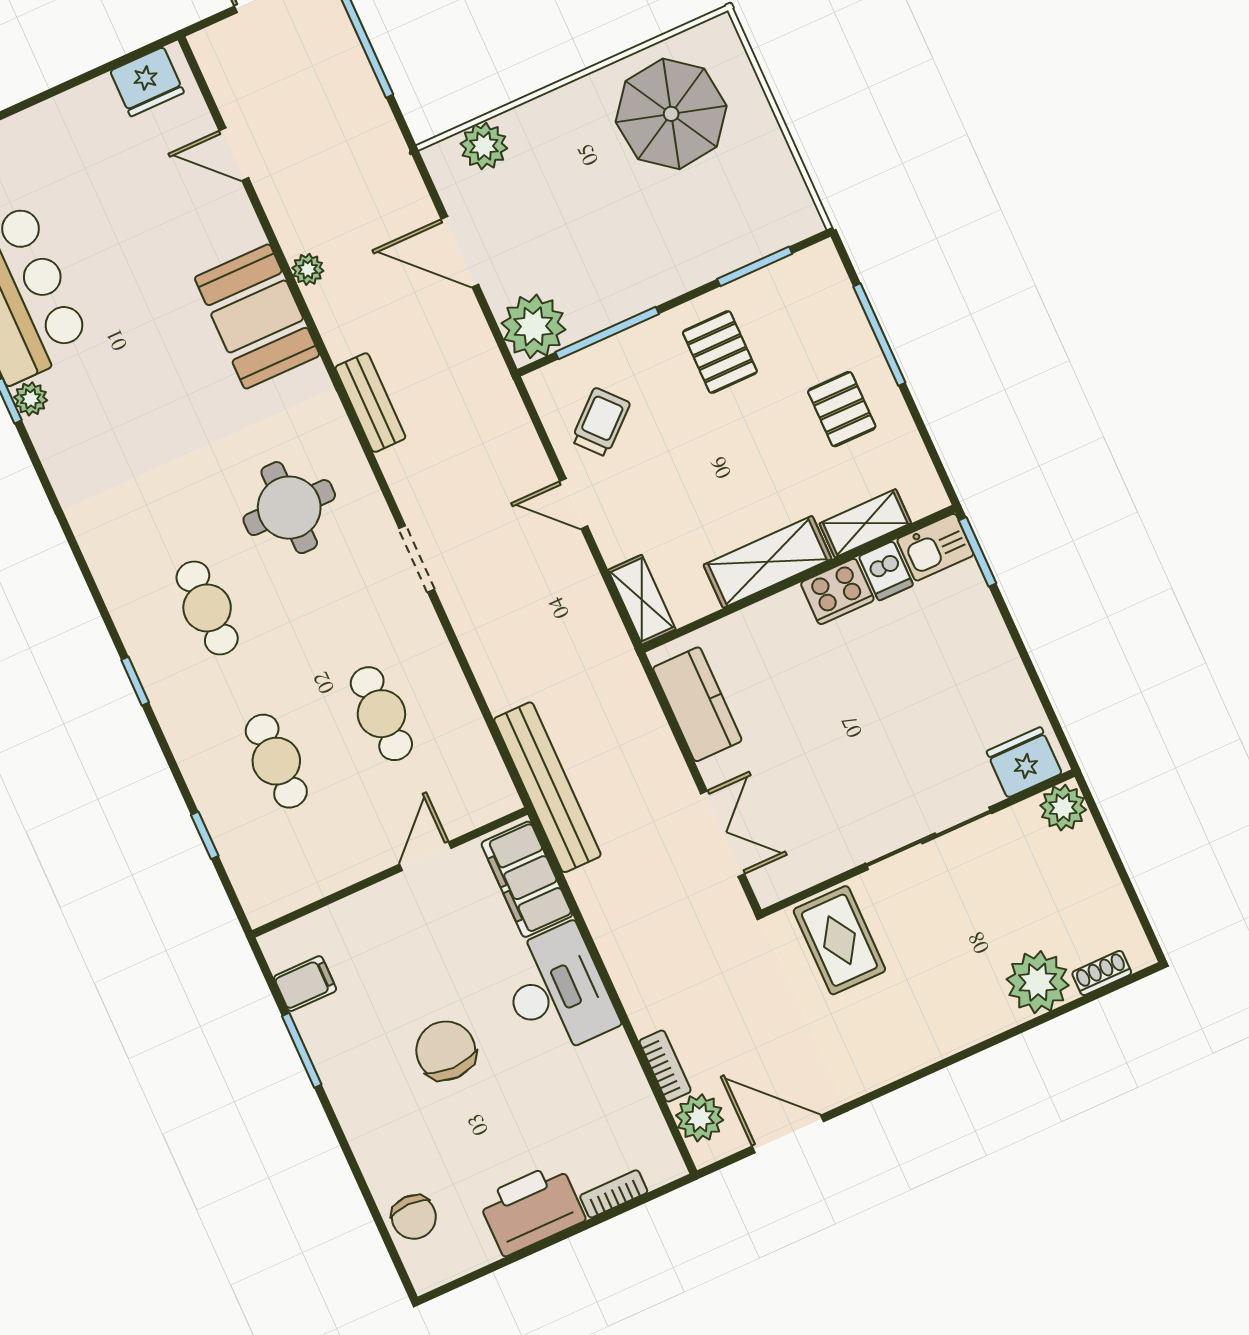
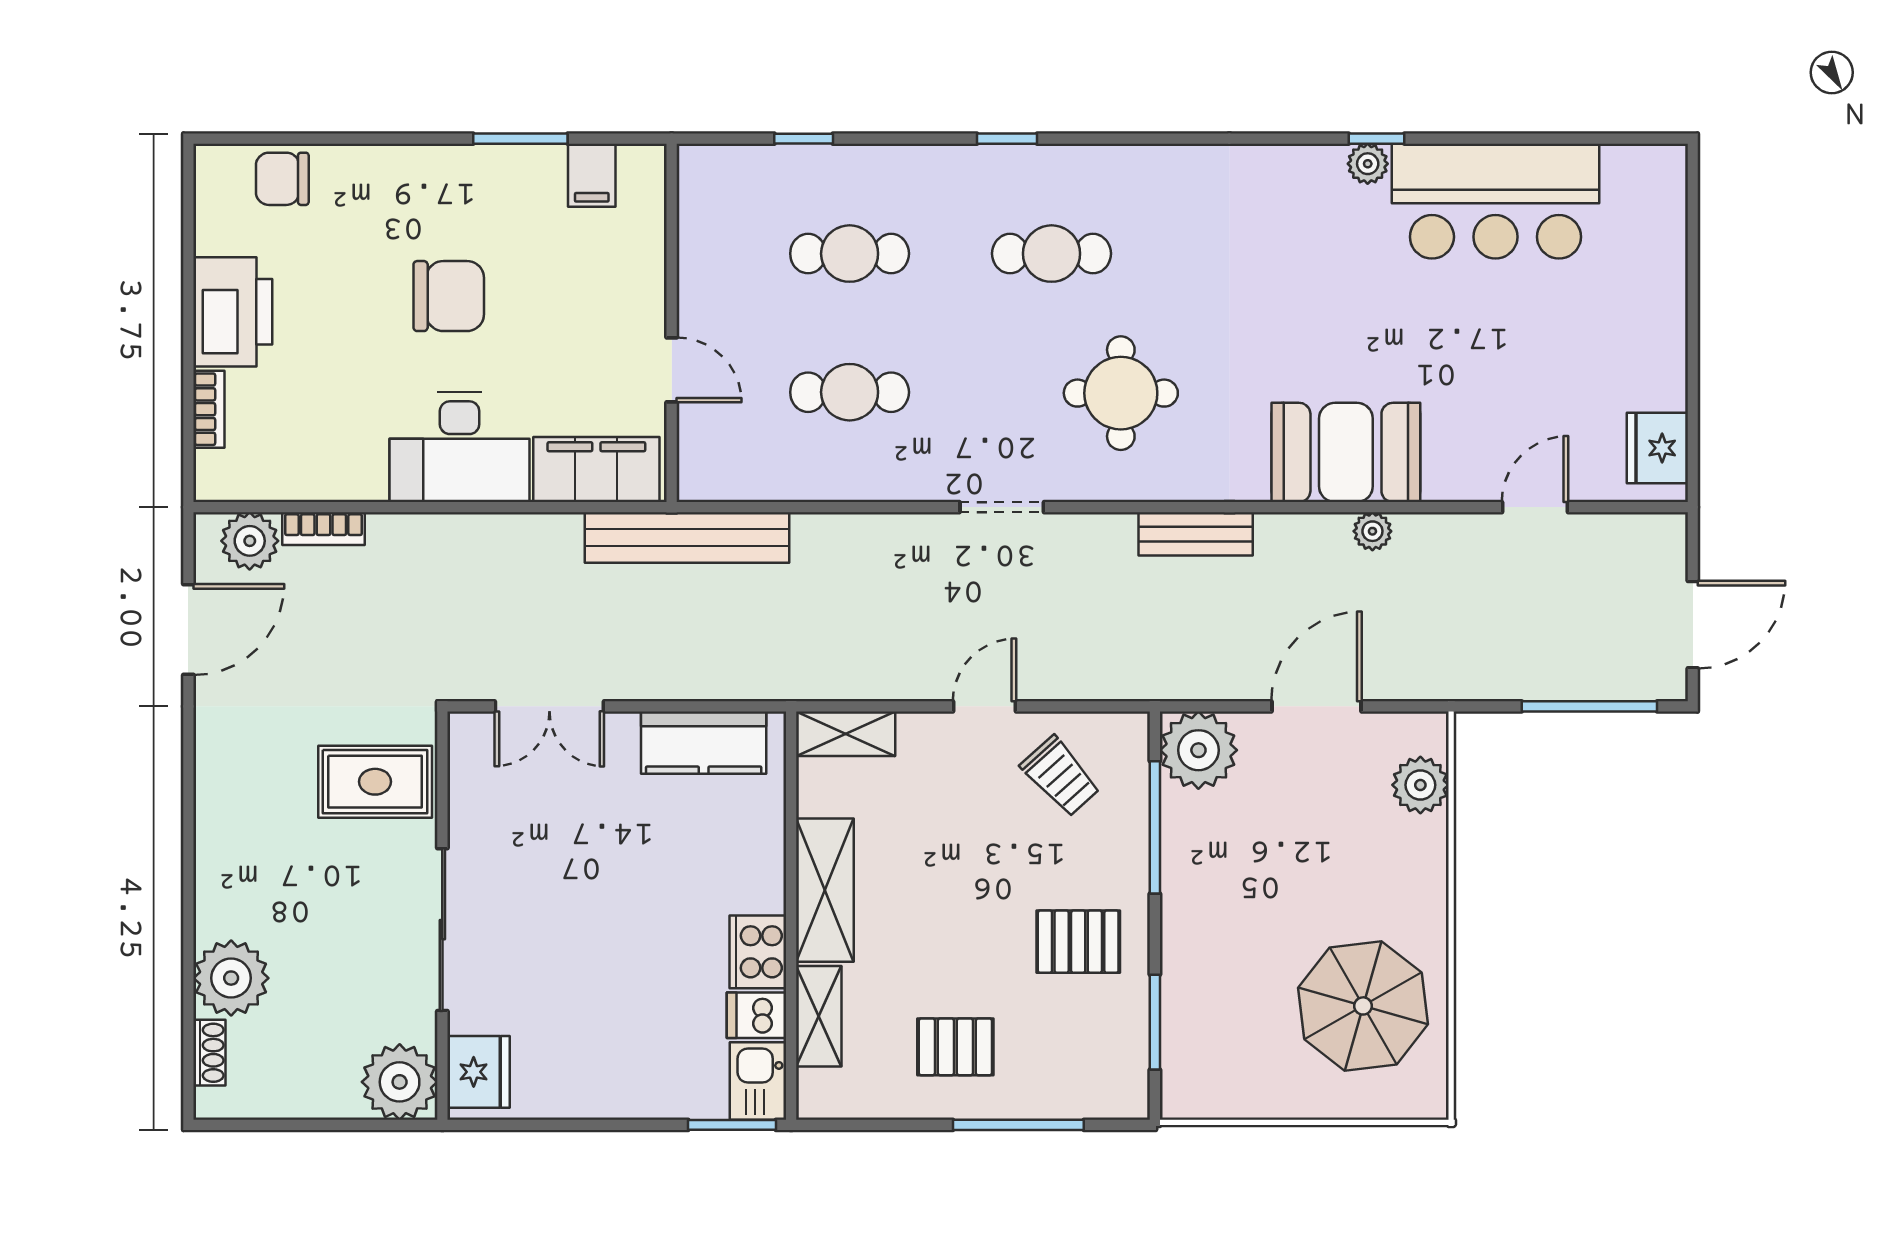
plant: (1063, 808) -> (400, 1082), width x1.36, depth x1.36

